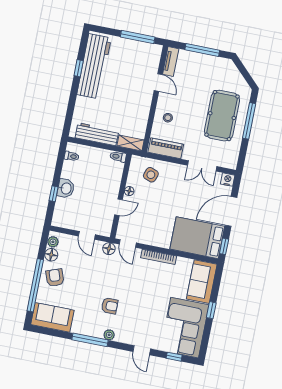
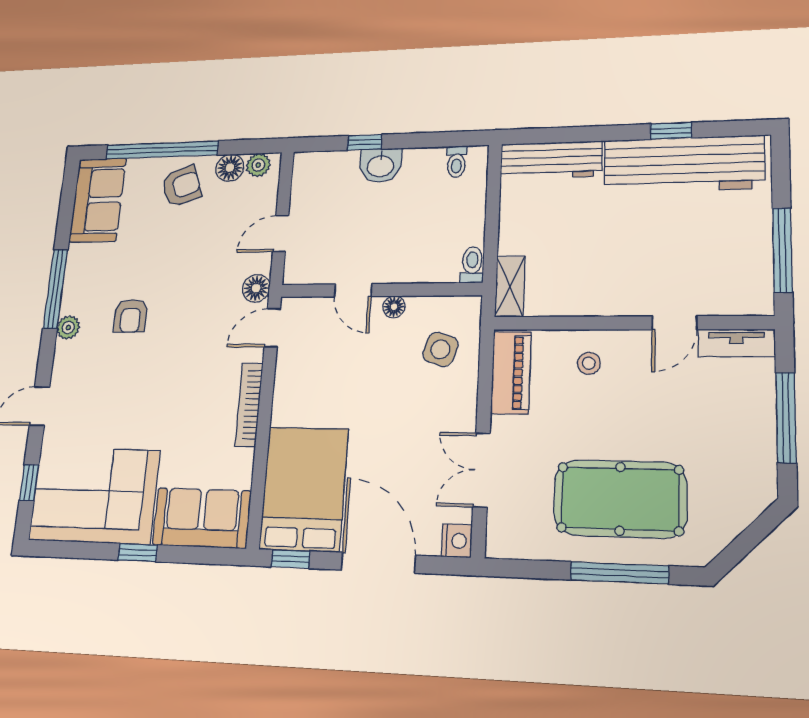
workbench: (97, 134) -> (551, 160), moved, turned 90

